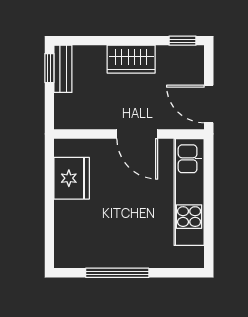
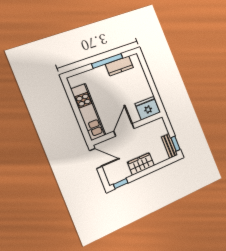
door: (137, 134) -> (124, 130), hinge flipped
fridge: (72, 178) -> (148, 108), moved, turned 90
kitchen counter: (98, 255) -> (119, 66), added

